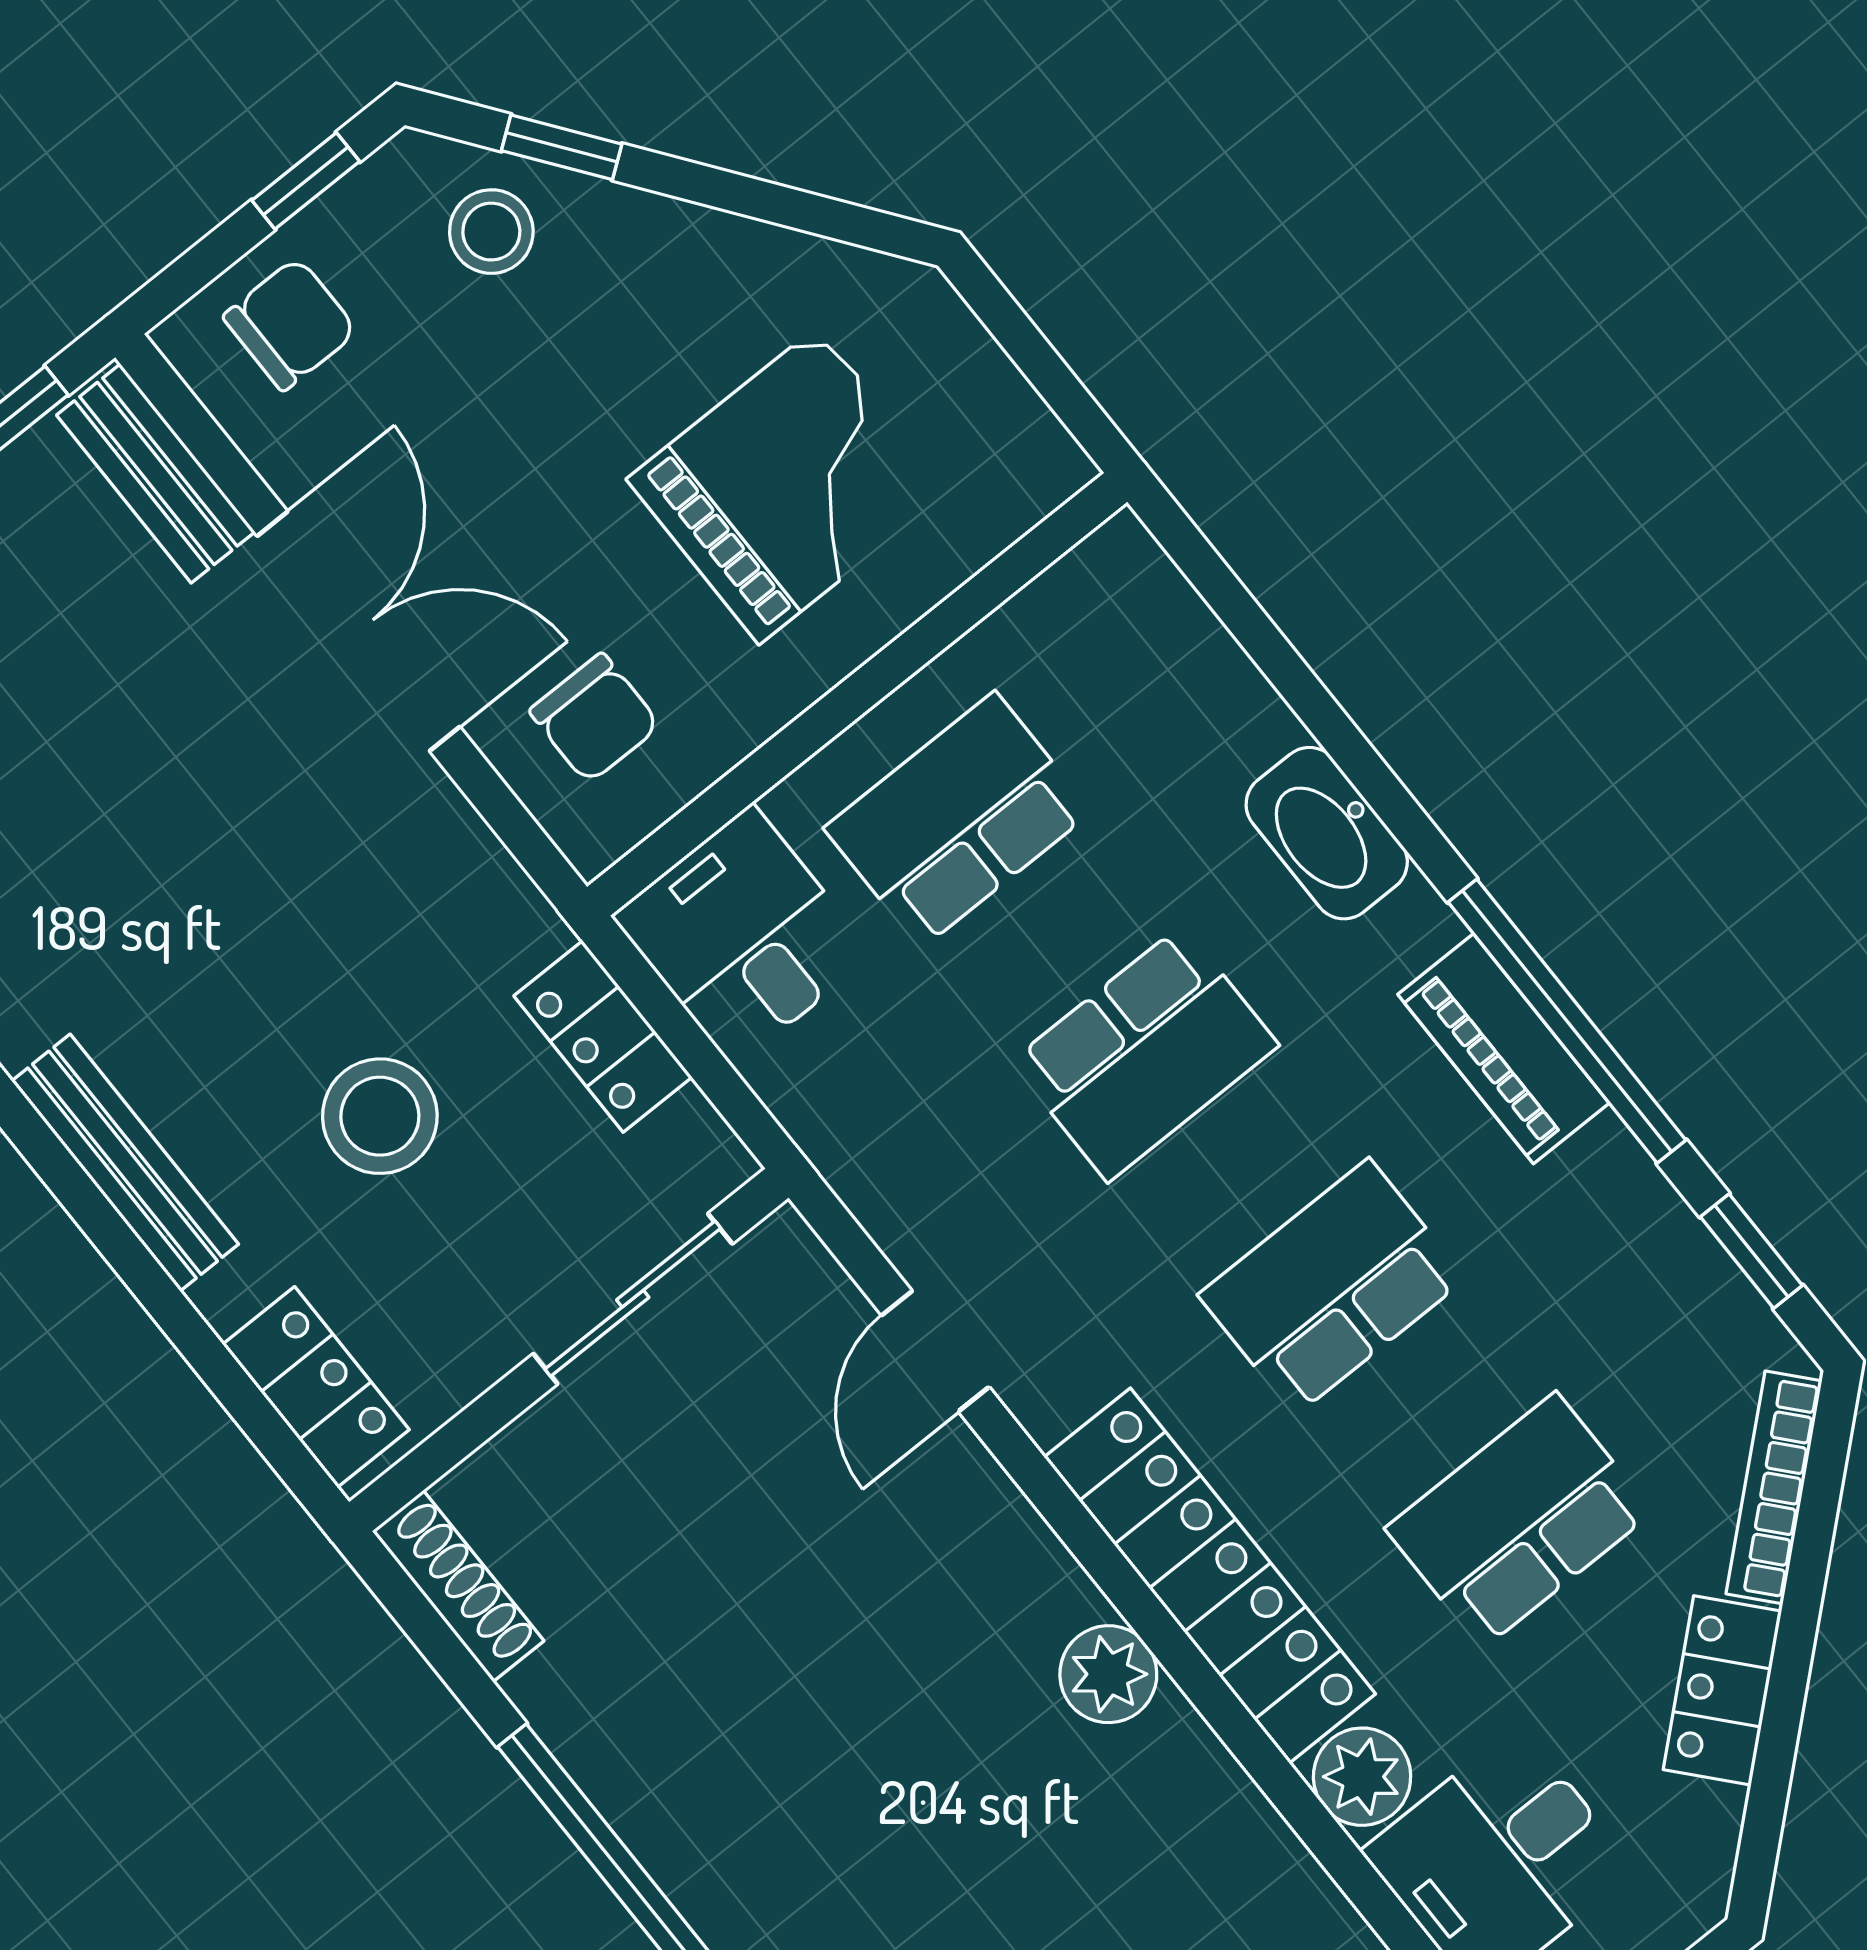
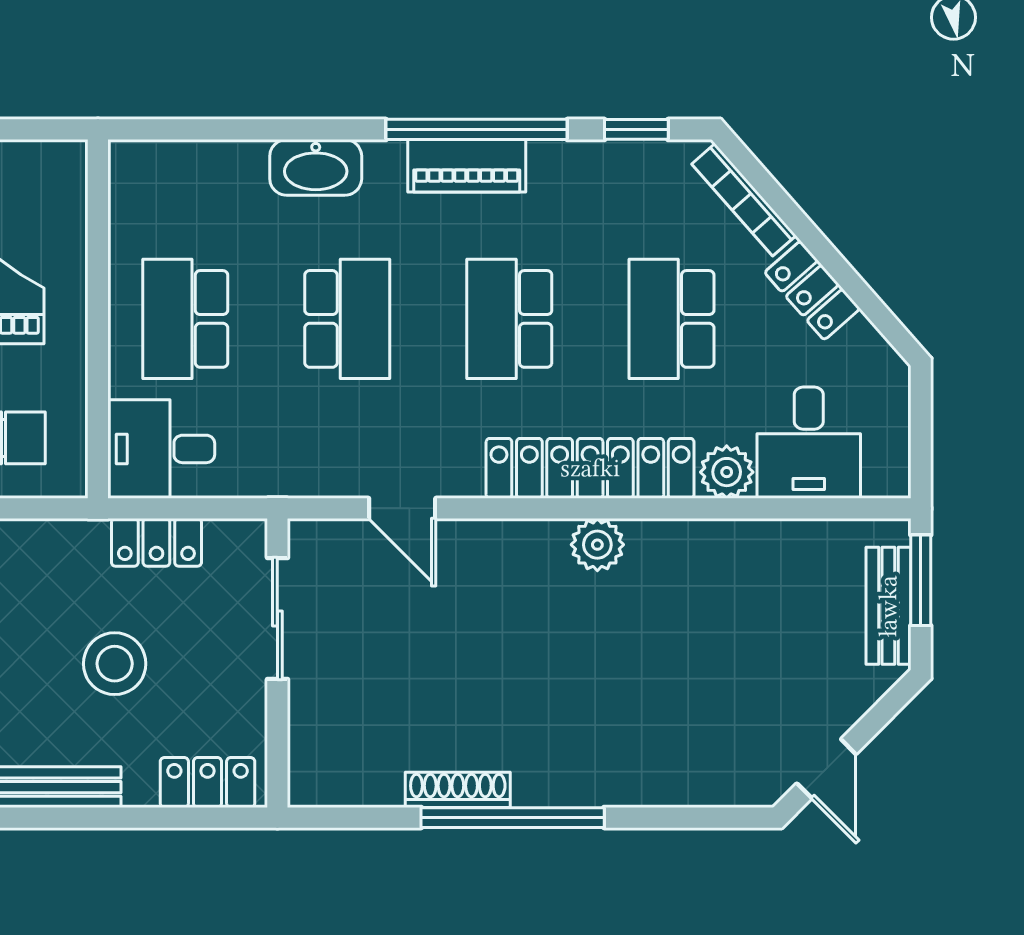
shoe rack: (458, 1586) -> (458, 790), moved

